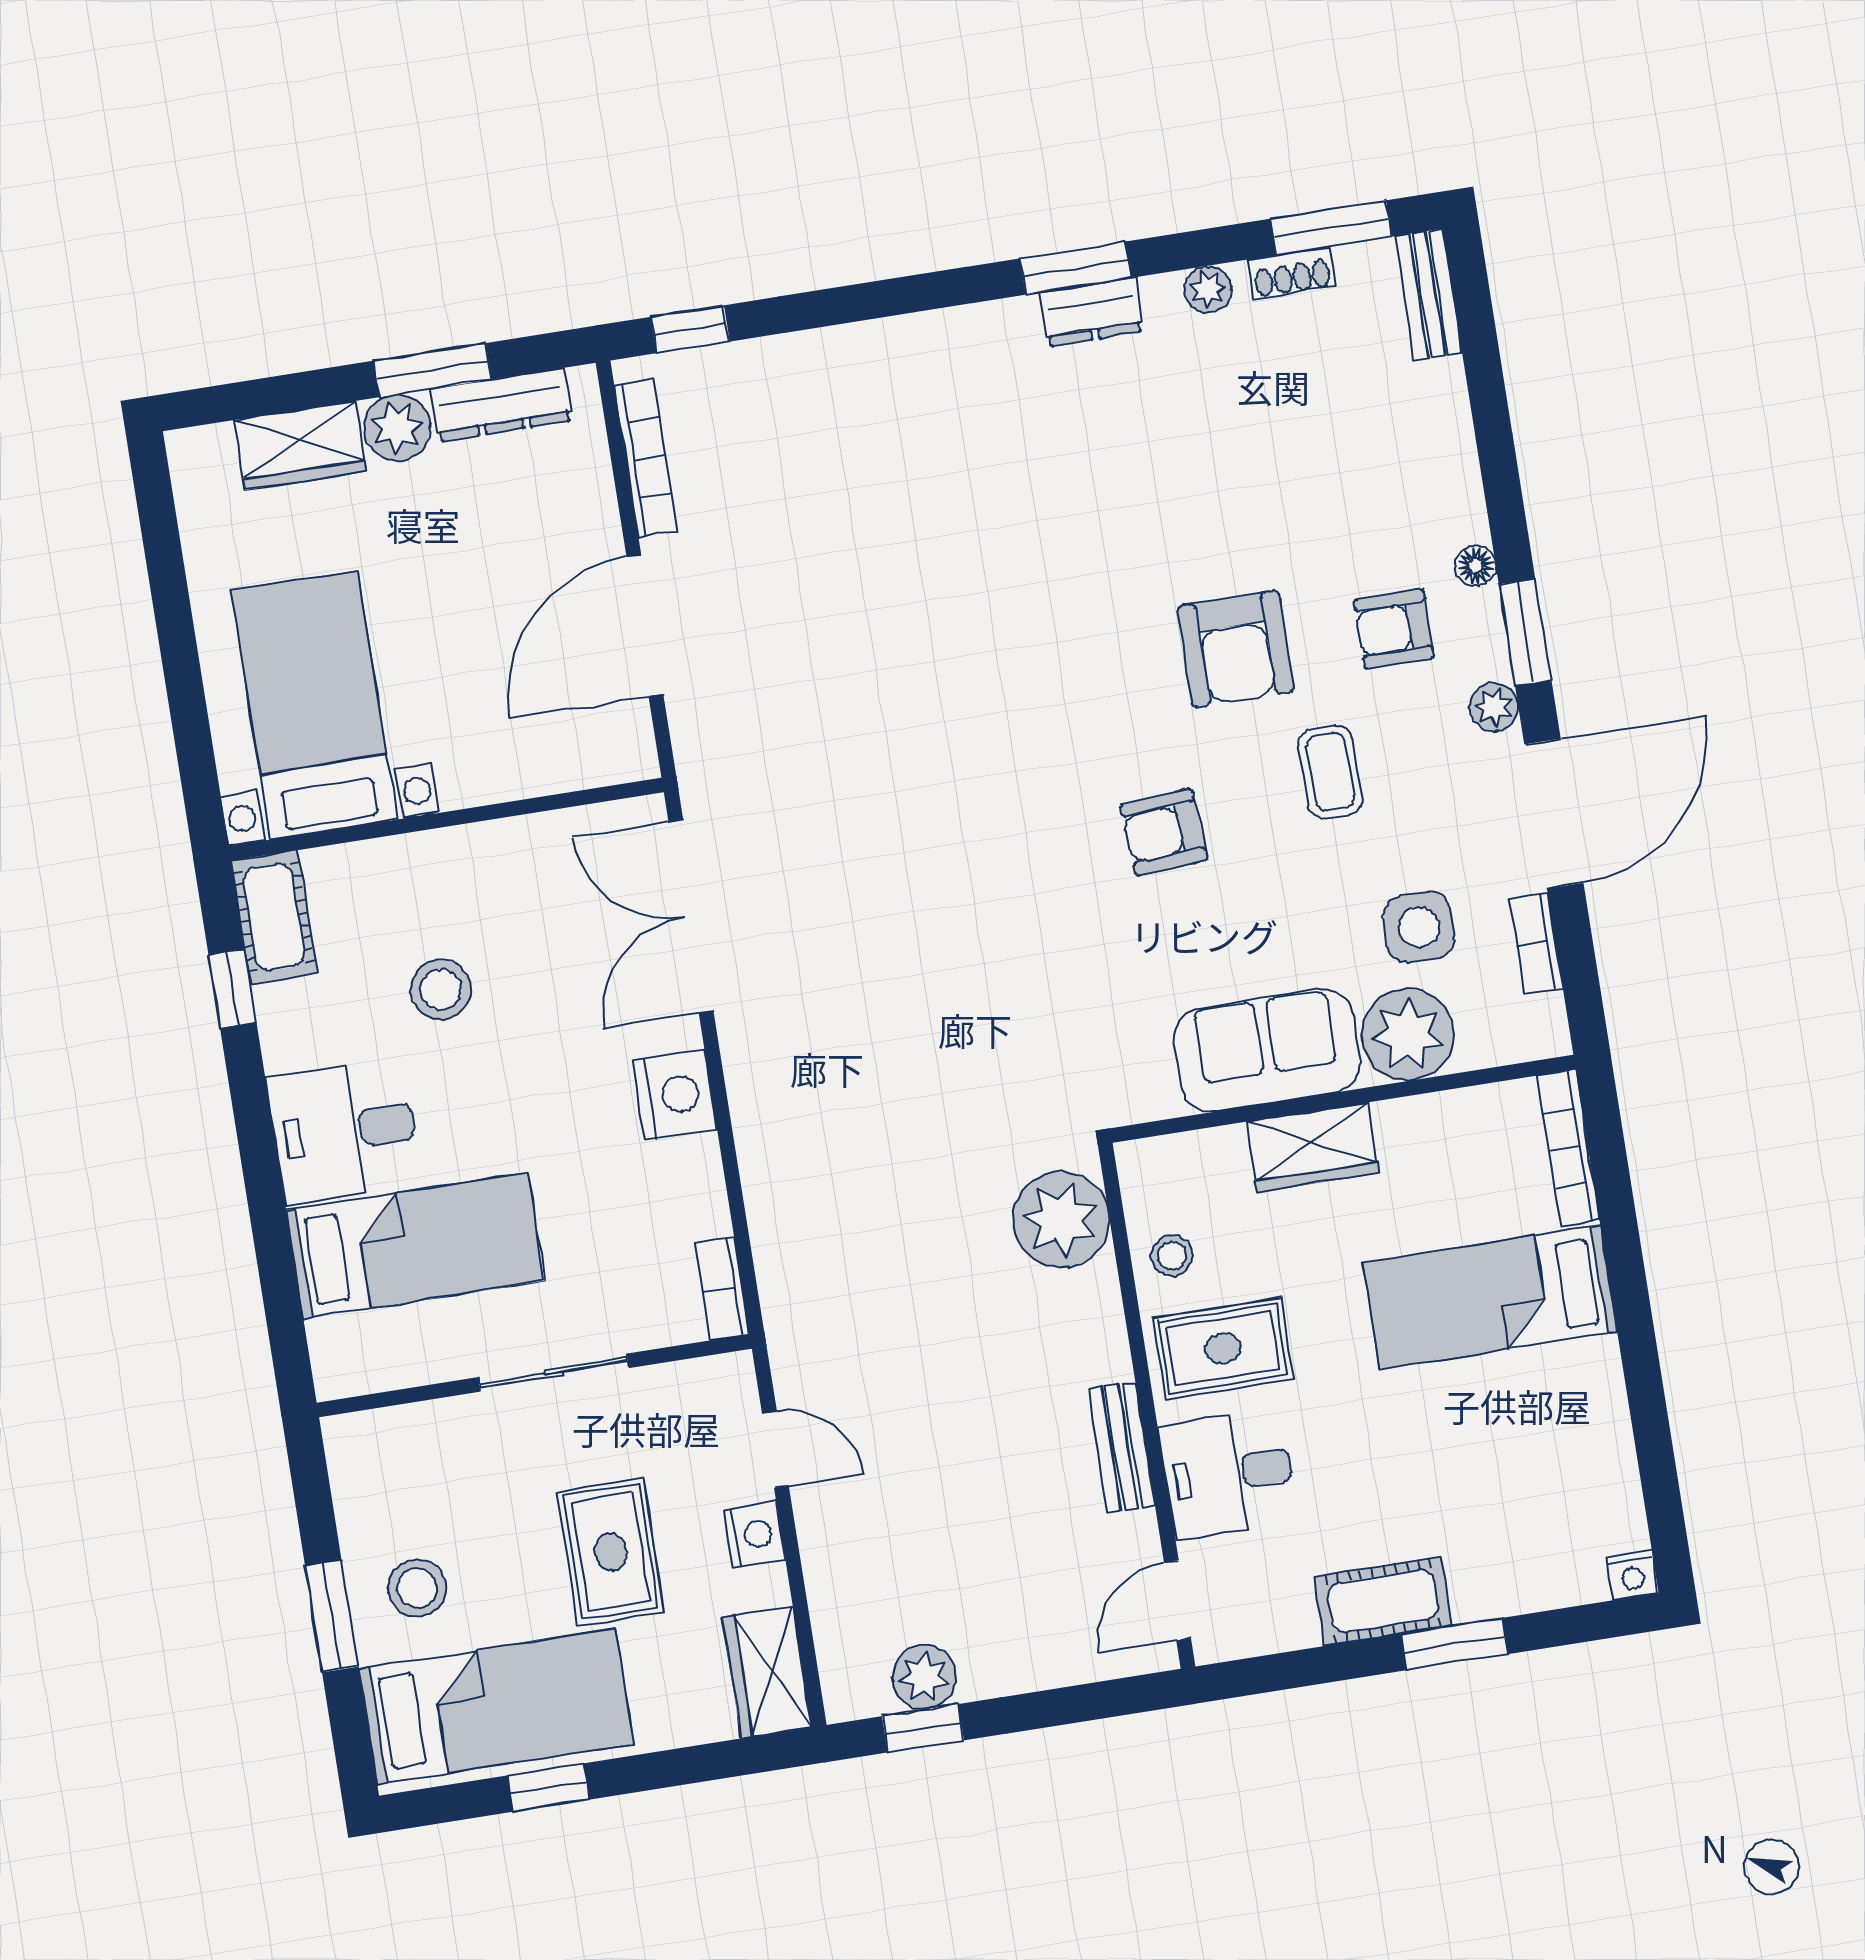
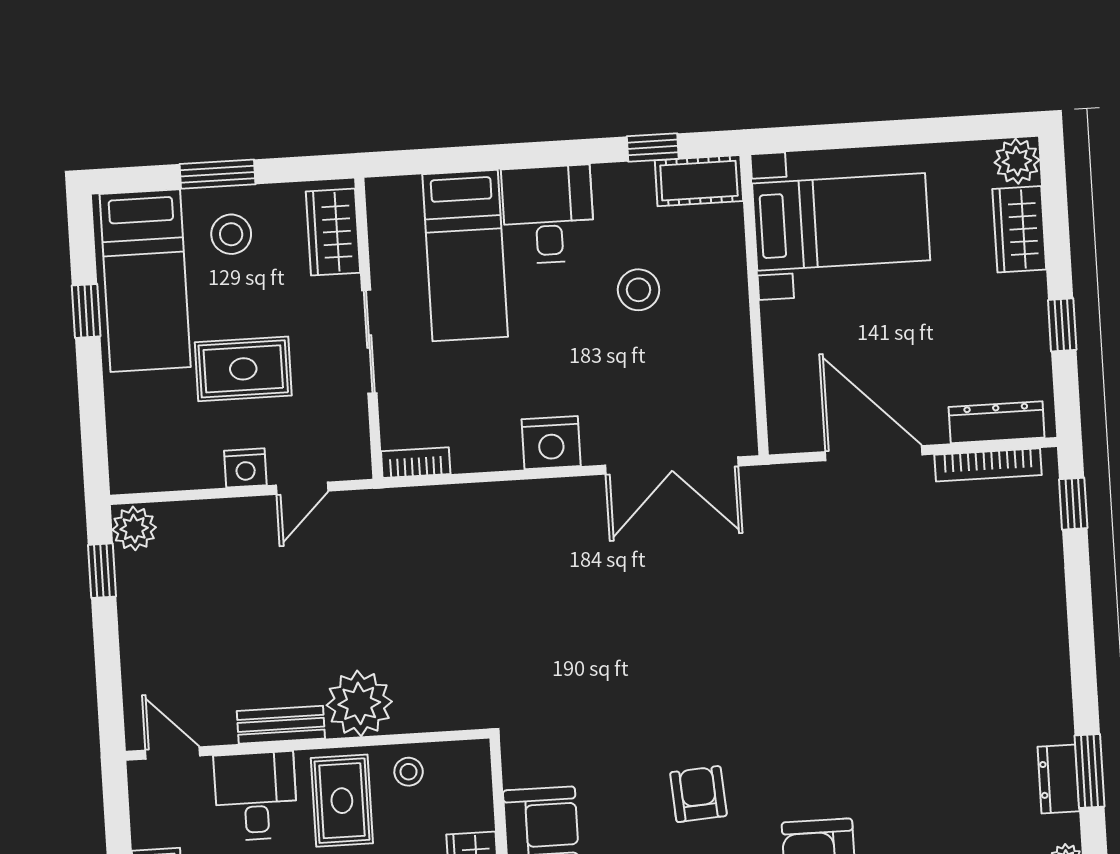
window: (432, 370) -> (1062, 325), width x0.67
dresser: (501, 405) -> (997, 422), moved, turned 90
plant: (397, 428) -> (1017, 161), moved
double door: (691, 917) -> (672, 466), swing flipped
plant: (1061, 1219) -> (359, 703), moved
wardrobe: (767, 1672) -> (333, 232), moved, turned -90
plant: (924, 1677) -> (134, 528), moved

